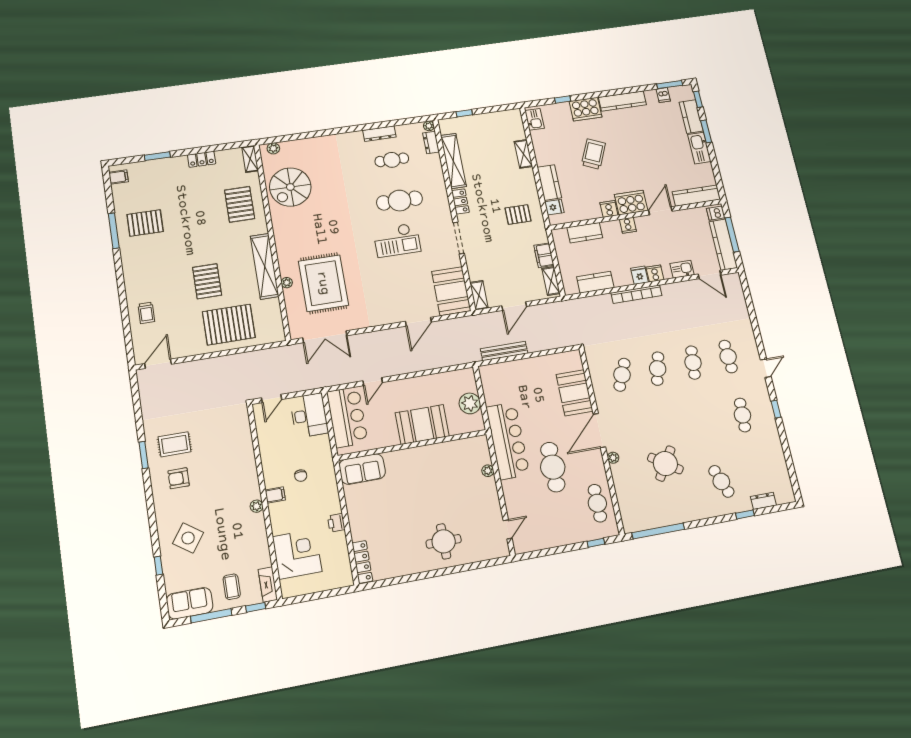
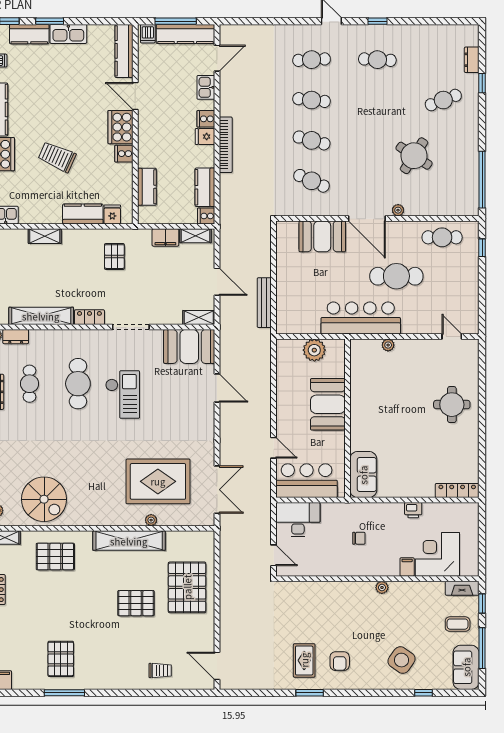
cooker: (628, 225) -> (206, 216), moved, turned 180
filing cabinet: (275, 495) -> (407, 567), moved

